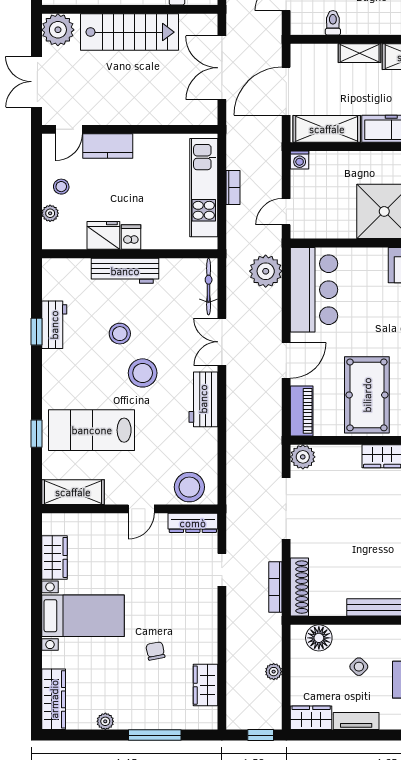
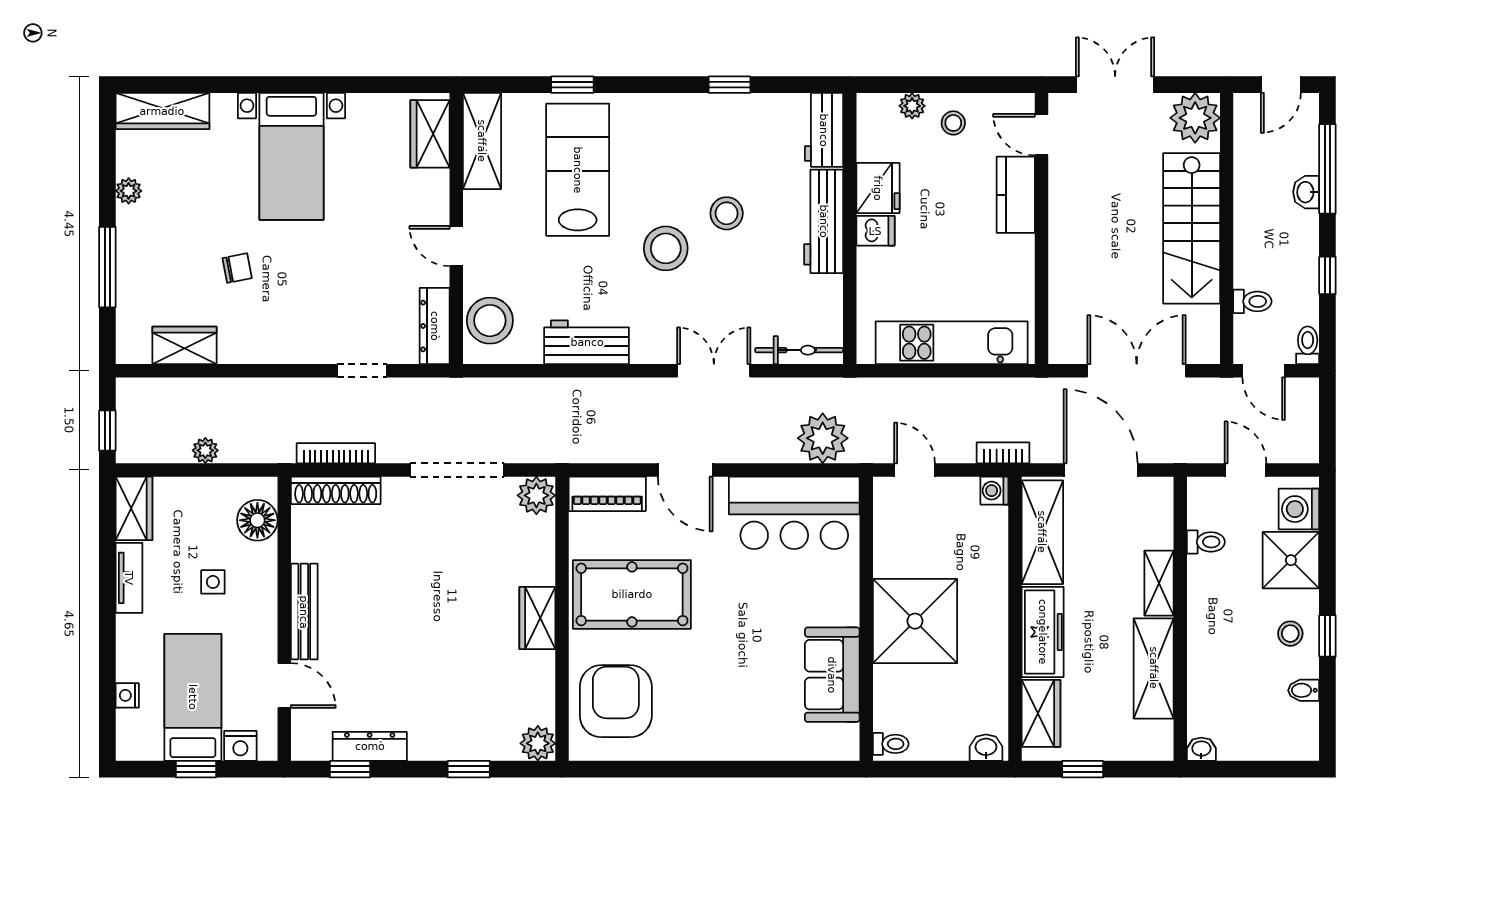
bookcase: (233, 187) -> (1003, 453), moved, turned 180
workbench: (54, 325) -> (824, 130), moved, turned 90
workbench: (203, 399) -> (587, 342), moved
wardrobe: (54, 557) -> (430, 134), moved, turned 90
side table: (359, 667) -> (213, 582), turned 45

